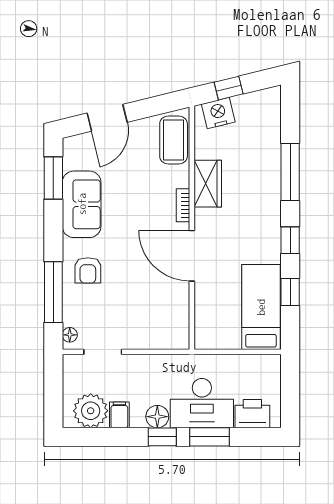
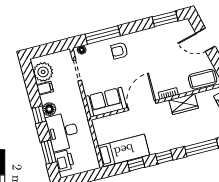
sofa: (82, 204) -> (106, 102), moved, turned 180
window: (210, 437) -> (48, 152), moved

